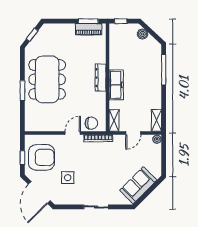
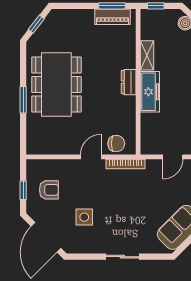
dresser: (101, 78) -> (129, 82), width x0.70
shelving: (114, 120) -> (147, 55), moved
armchair: (41, 157) -> (49, 190), width x0.53, depth x0.53

